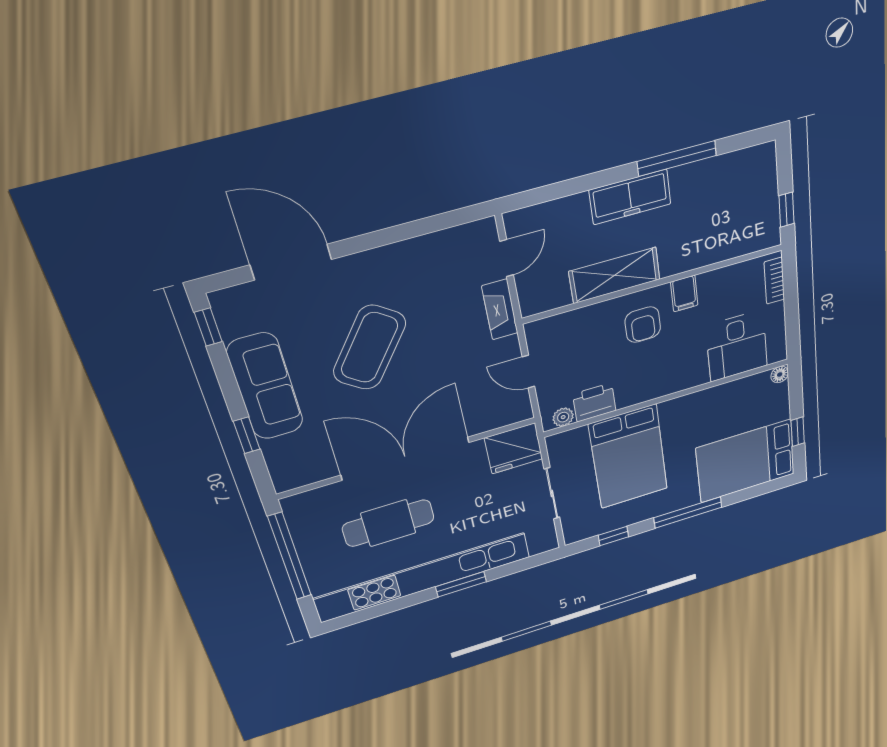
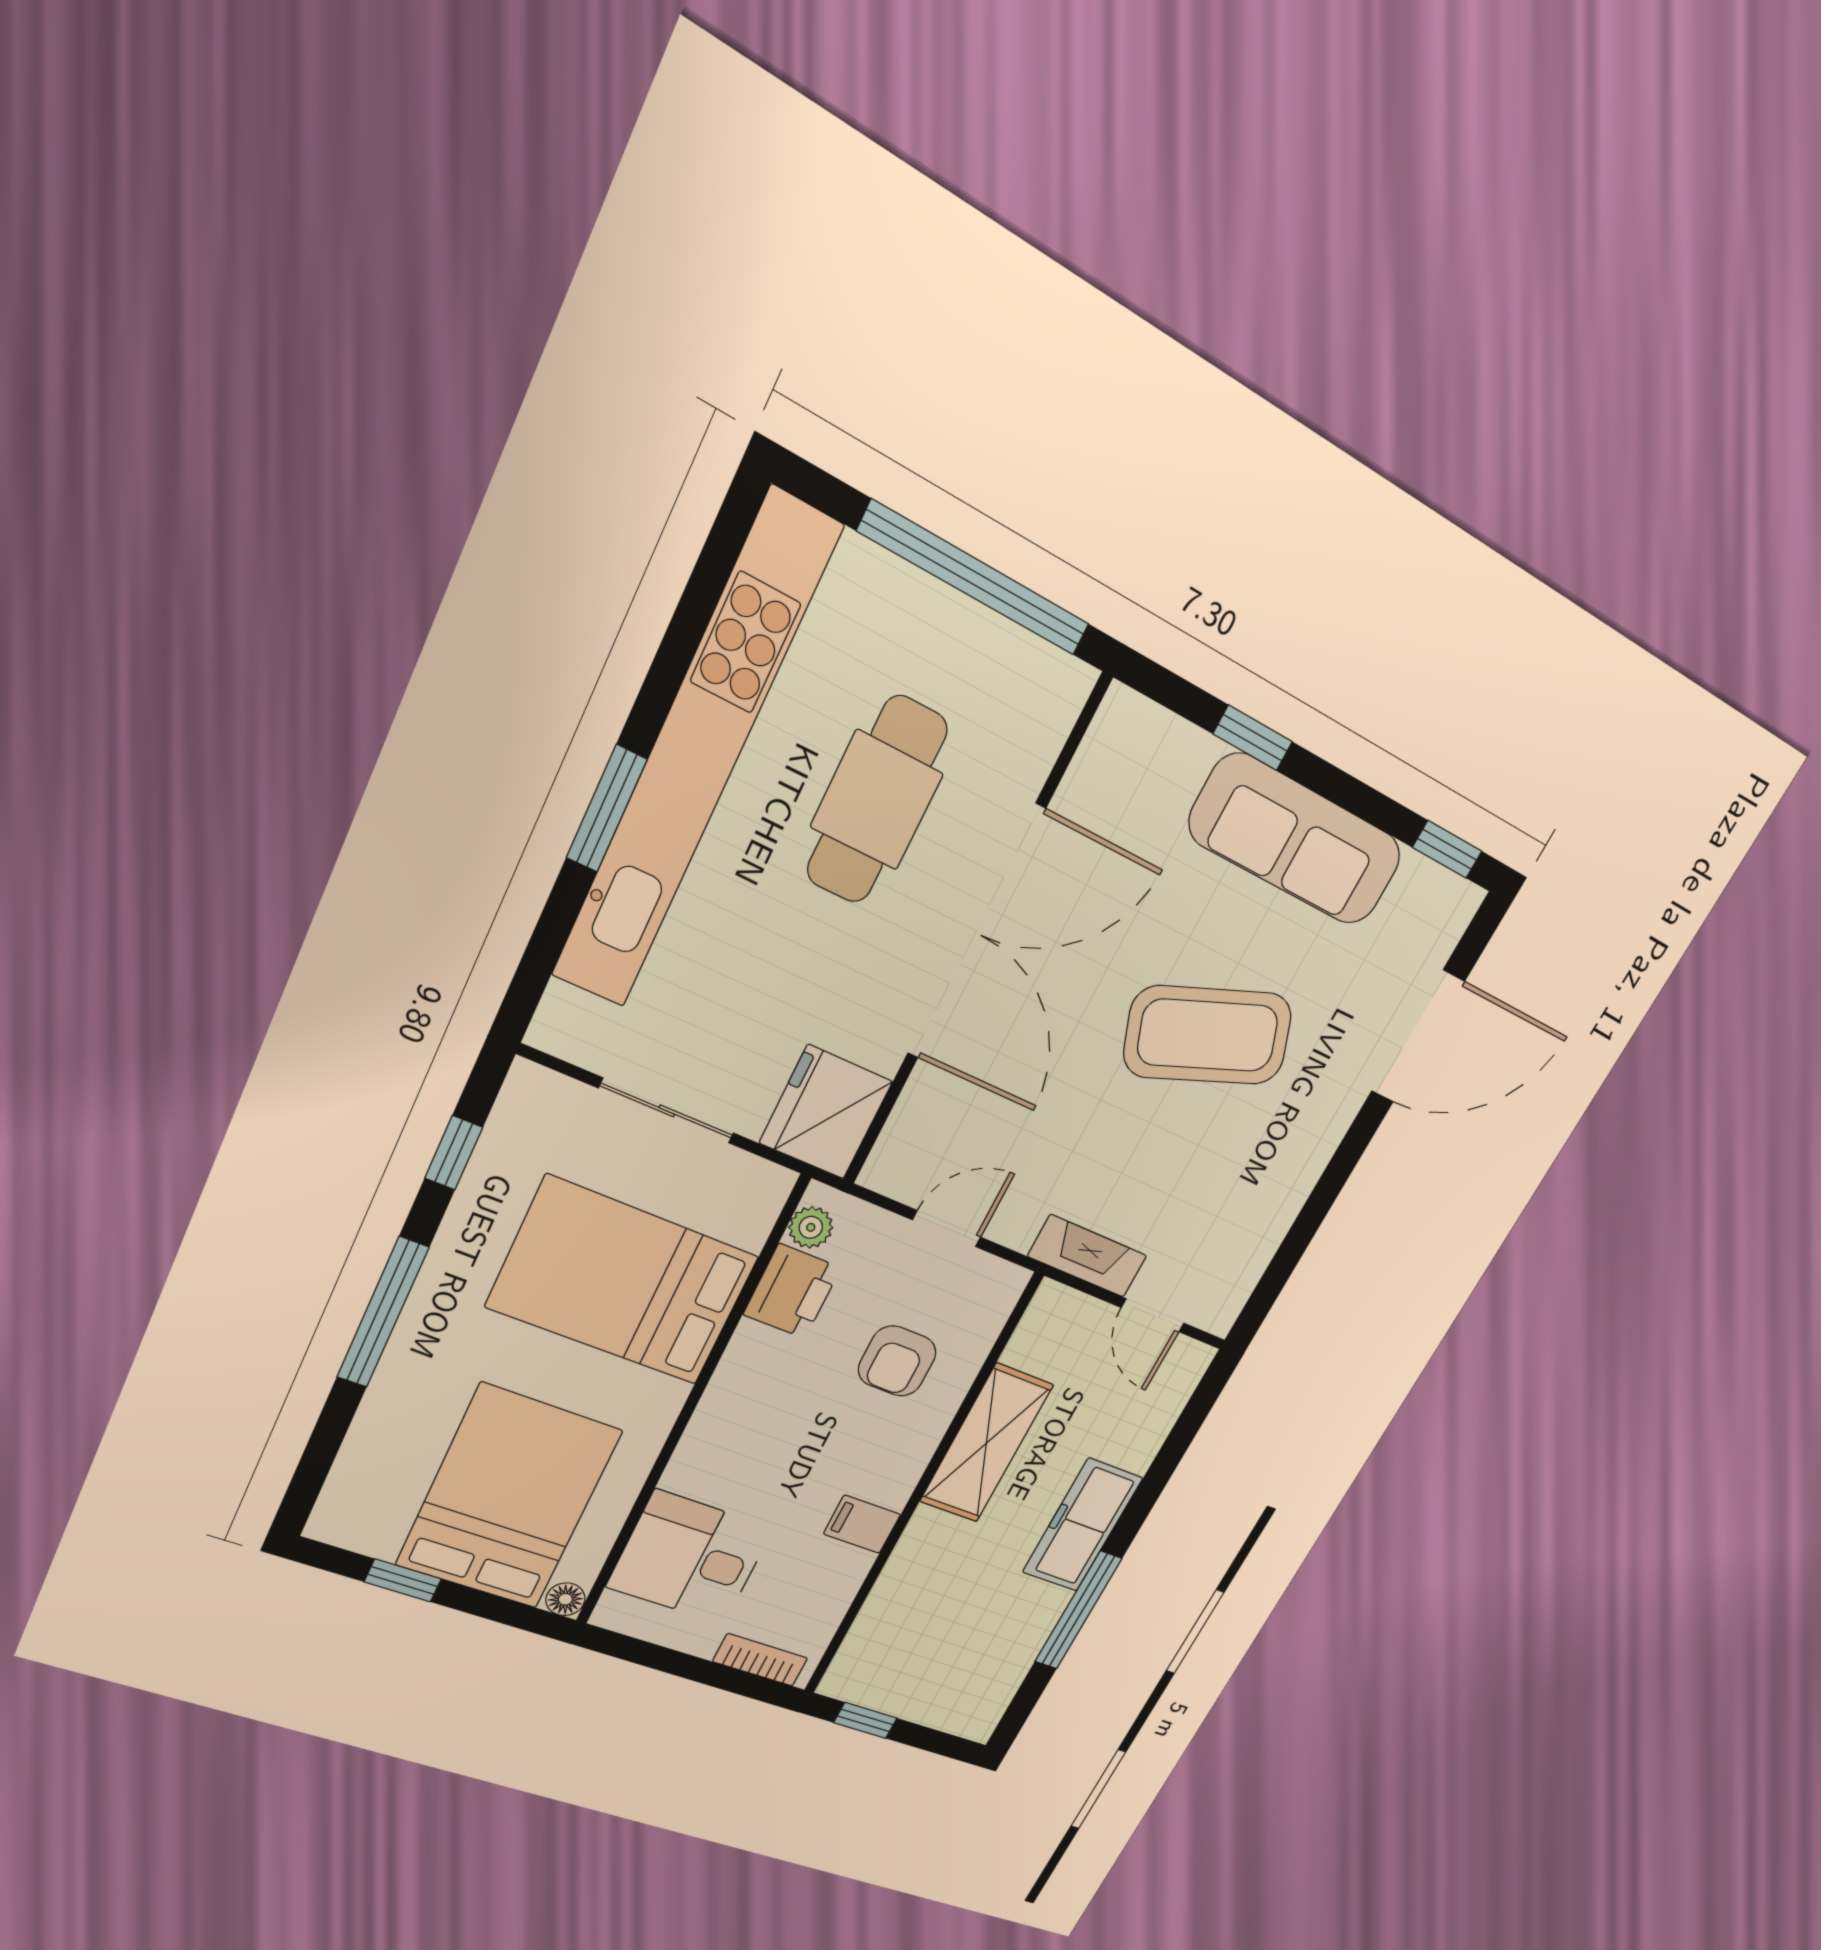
armchair: (643, 325) -> (897, 1361), moved, turned -90
coffee table: (370, 348) -> (1208, 1035), turned -57
bed: (746, 461) -> (509, 1498), moved

